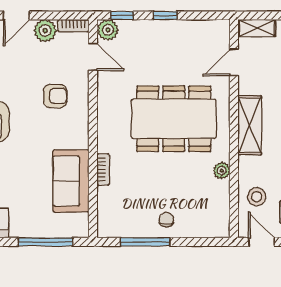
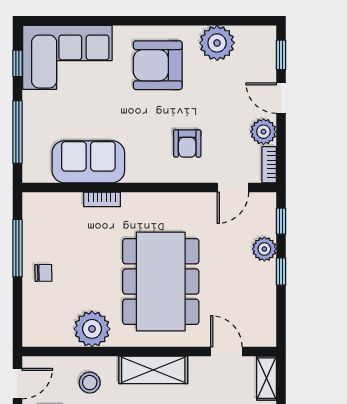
plant: (108, 30) -> (264, 249), moved
plant: (222, 171) -> (92, 329), width x1.87, depth x1.87
stool: (257, 197) -> (90, 383), moved

